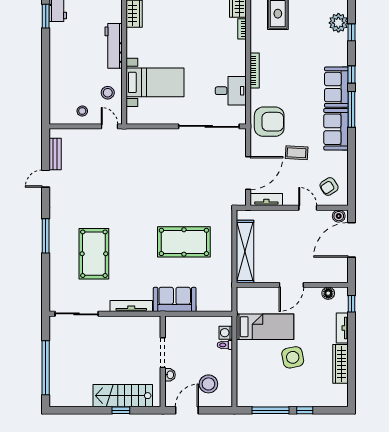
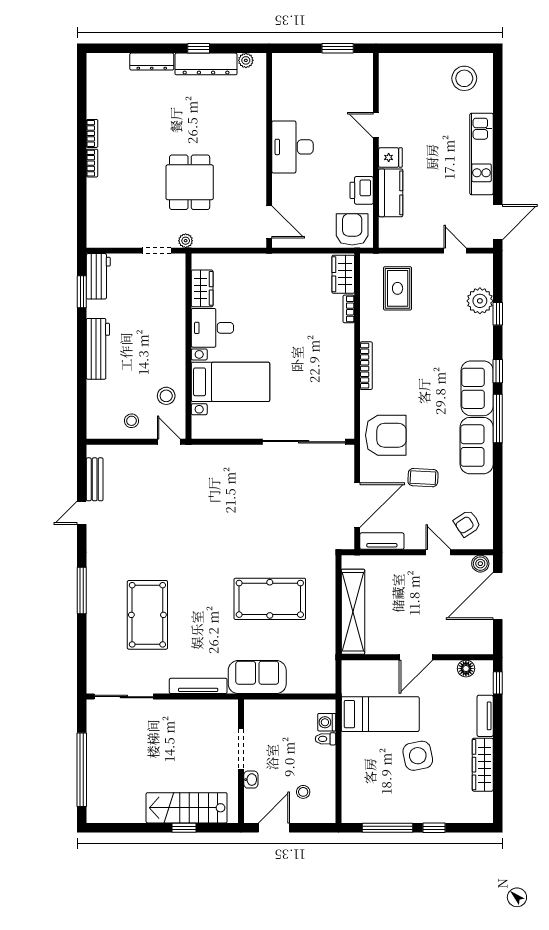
workbench: (114, 46) -> (98, 349), moved, turned 180
desk: (231, 91) -> (212, 328), moved, turned 180
stool: (208, 384) -> (303, 792), width x0.53, depth x0.53

